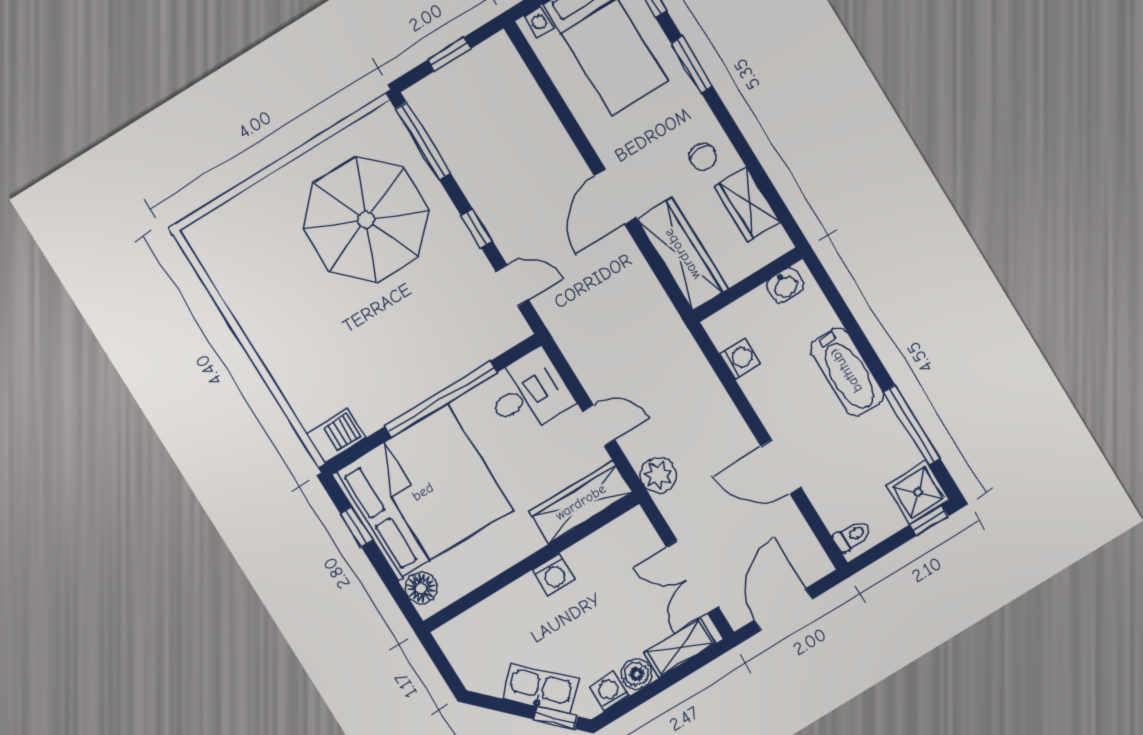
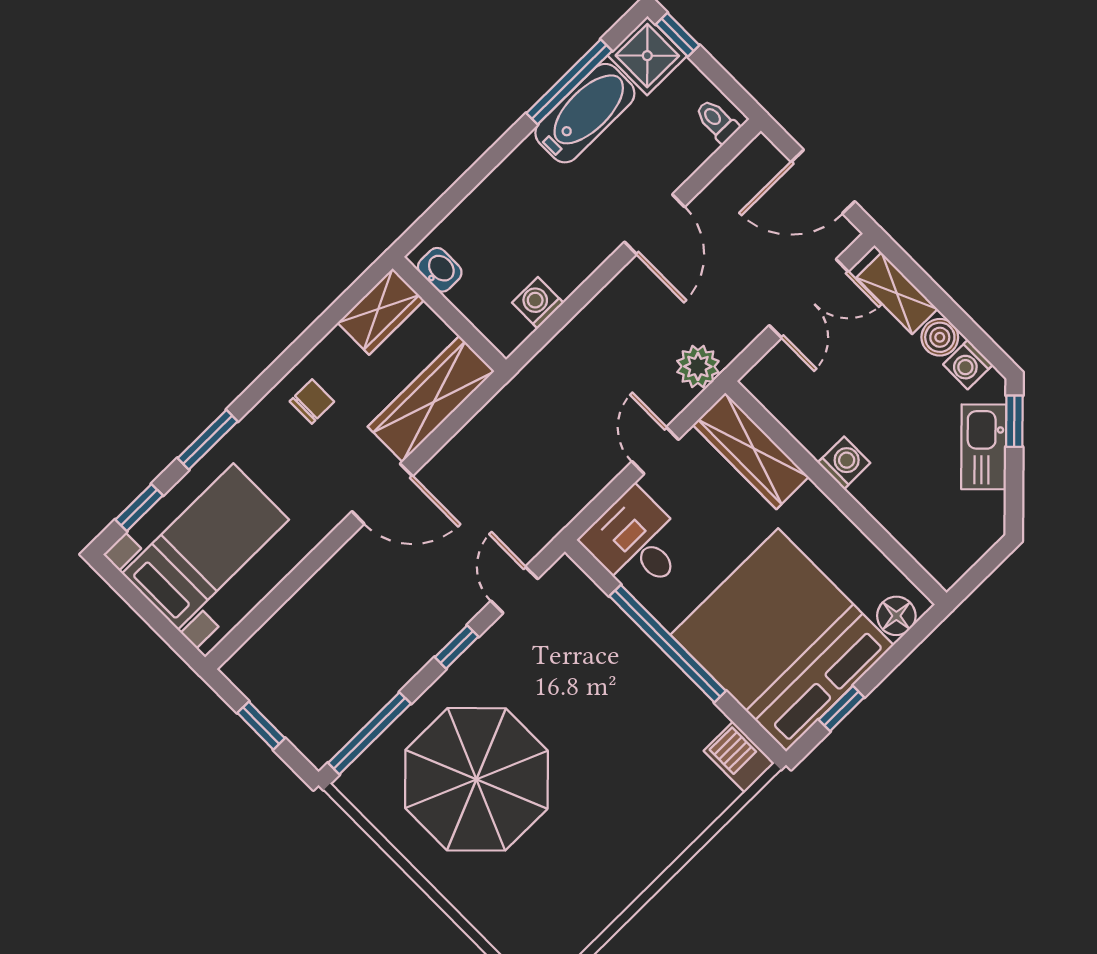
wardrobe: (747, 204) -> (381, 311), moved
bathtub: (847, 372) -> (585, 113), moved

